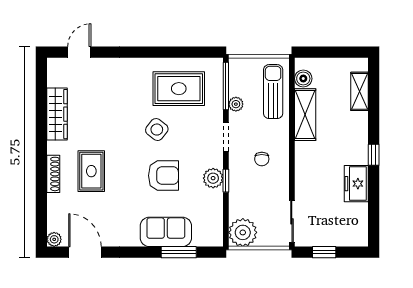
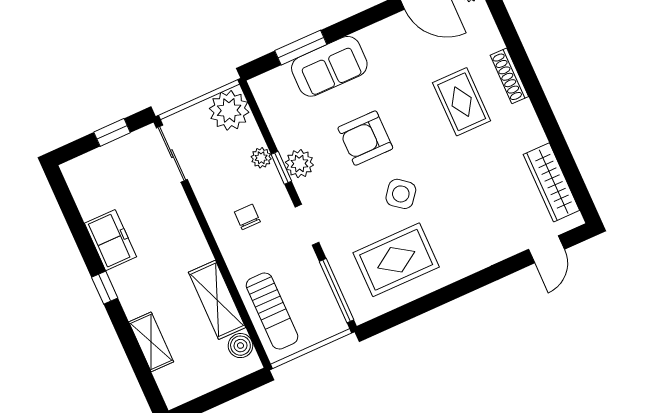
shelving: (359, 91) -> (151, 342), moved
plant: (236, 104) -> (261, 158), moved
wardrobe: (57, 114) -> (551, 182), moved

